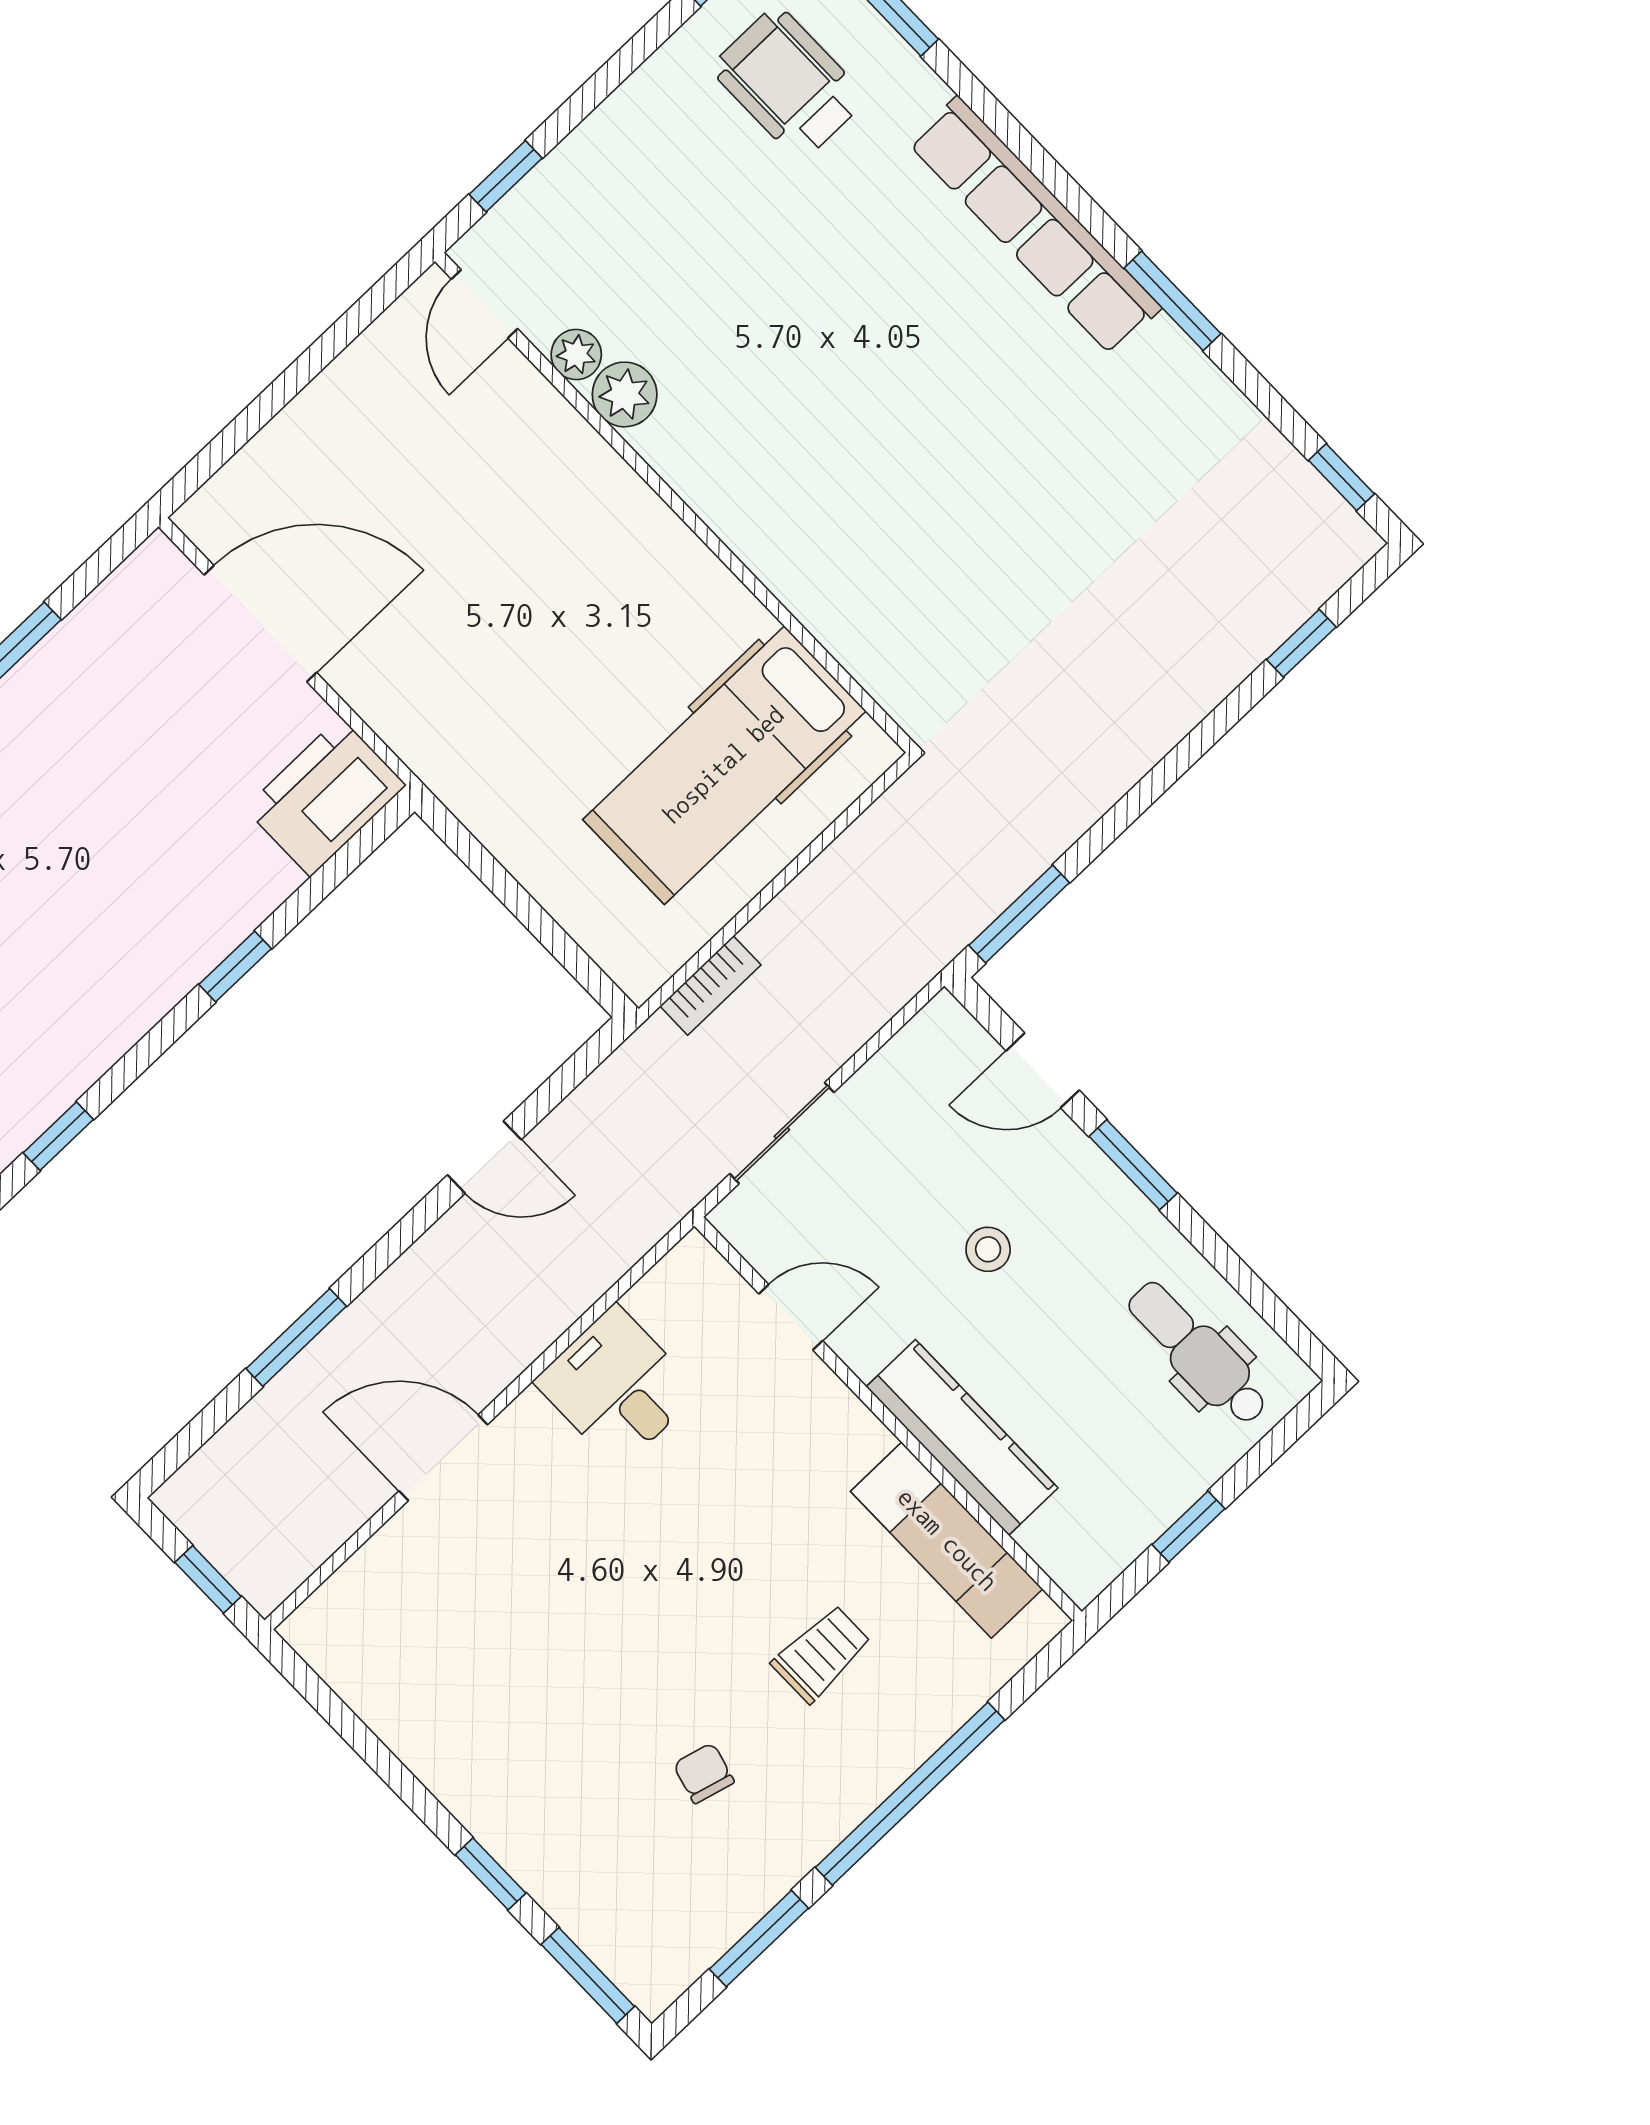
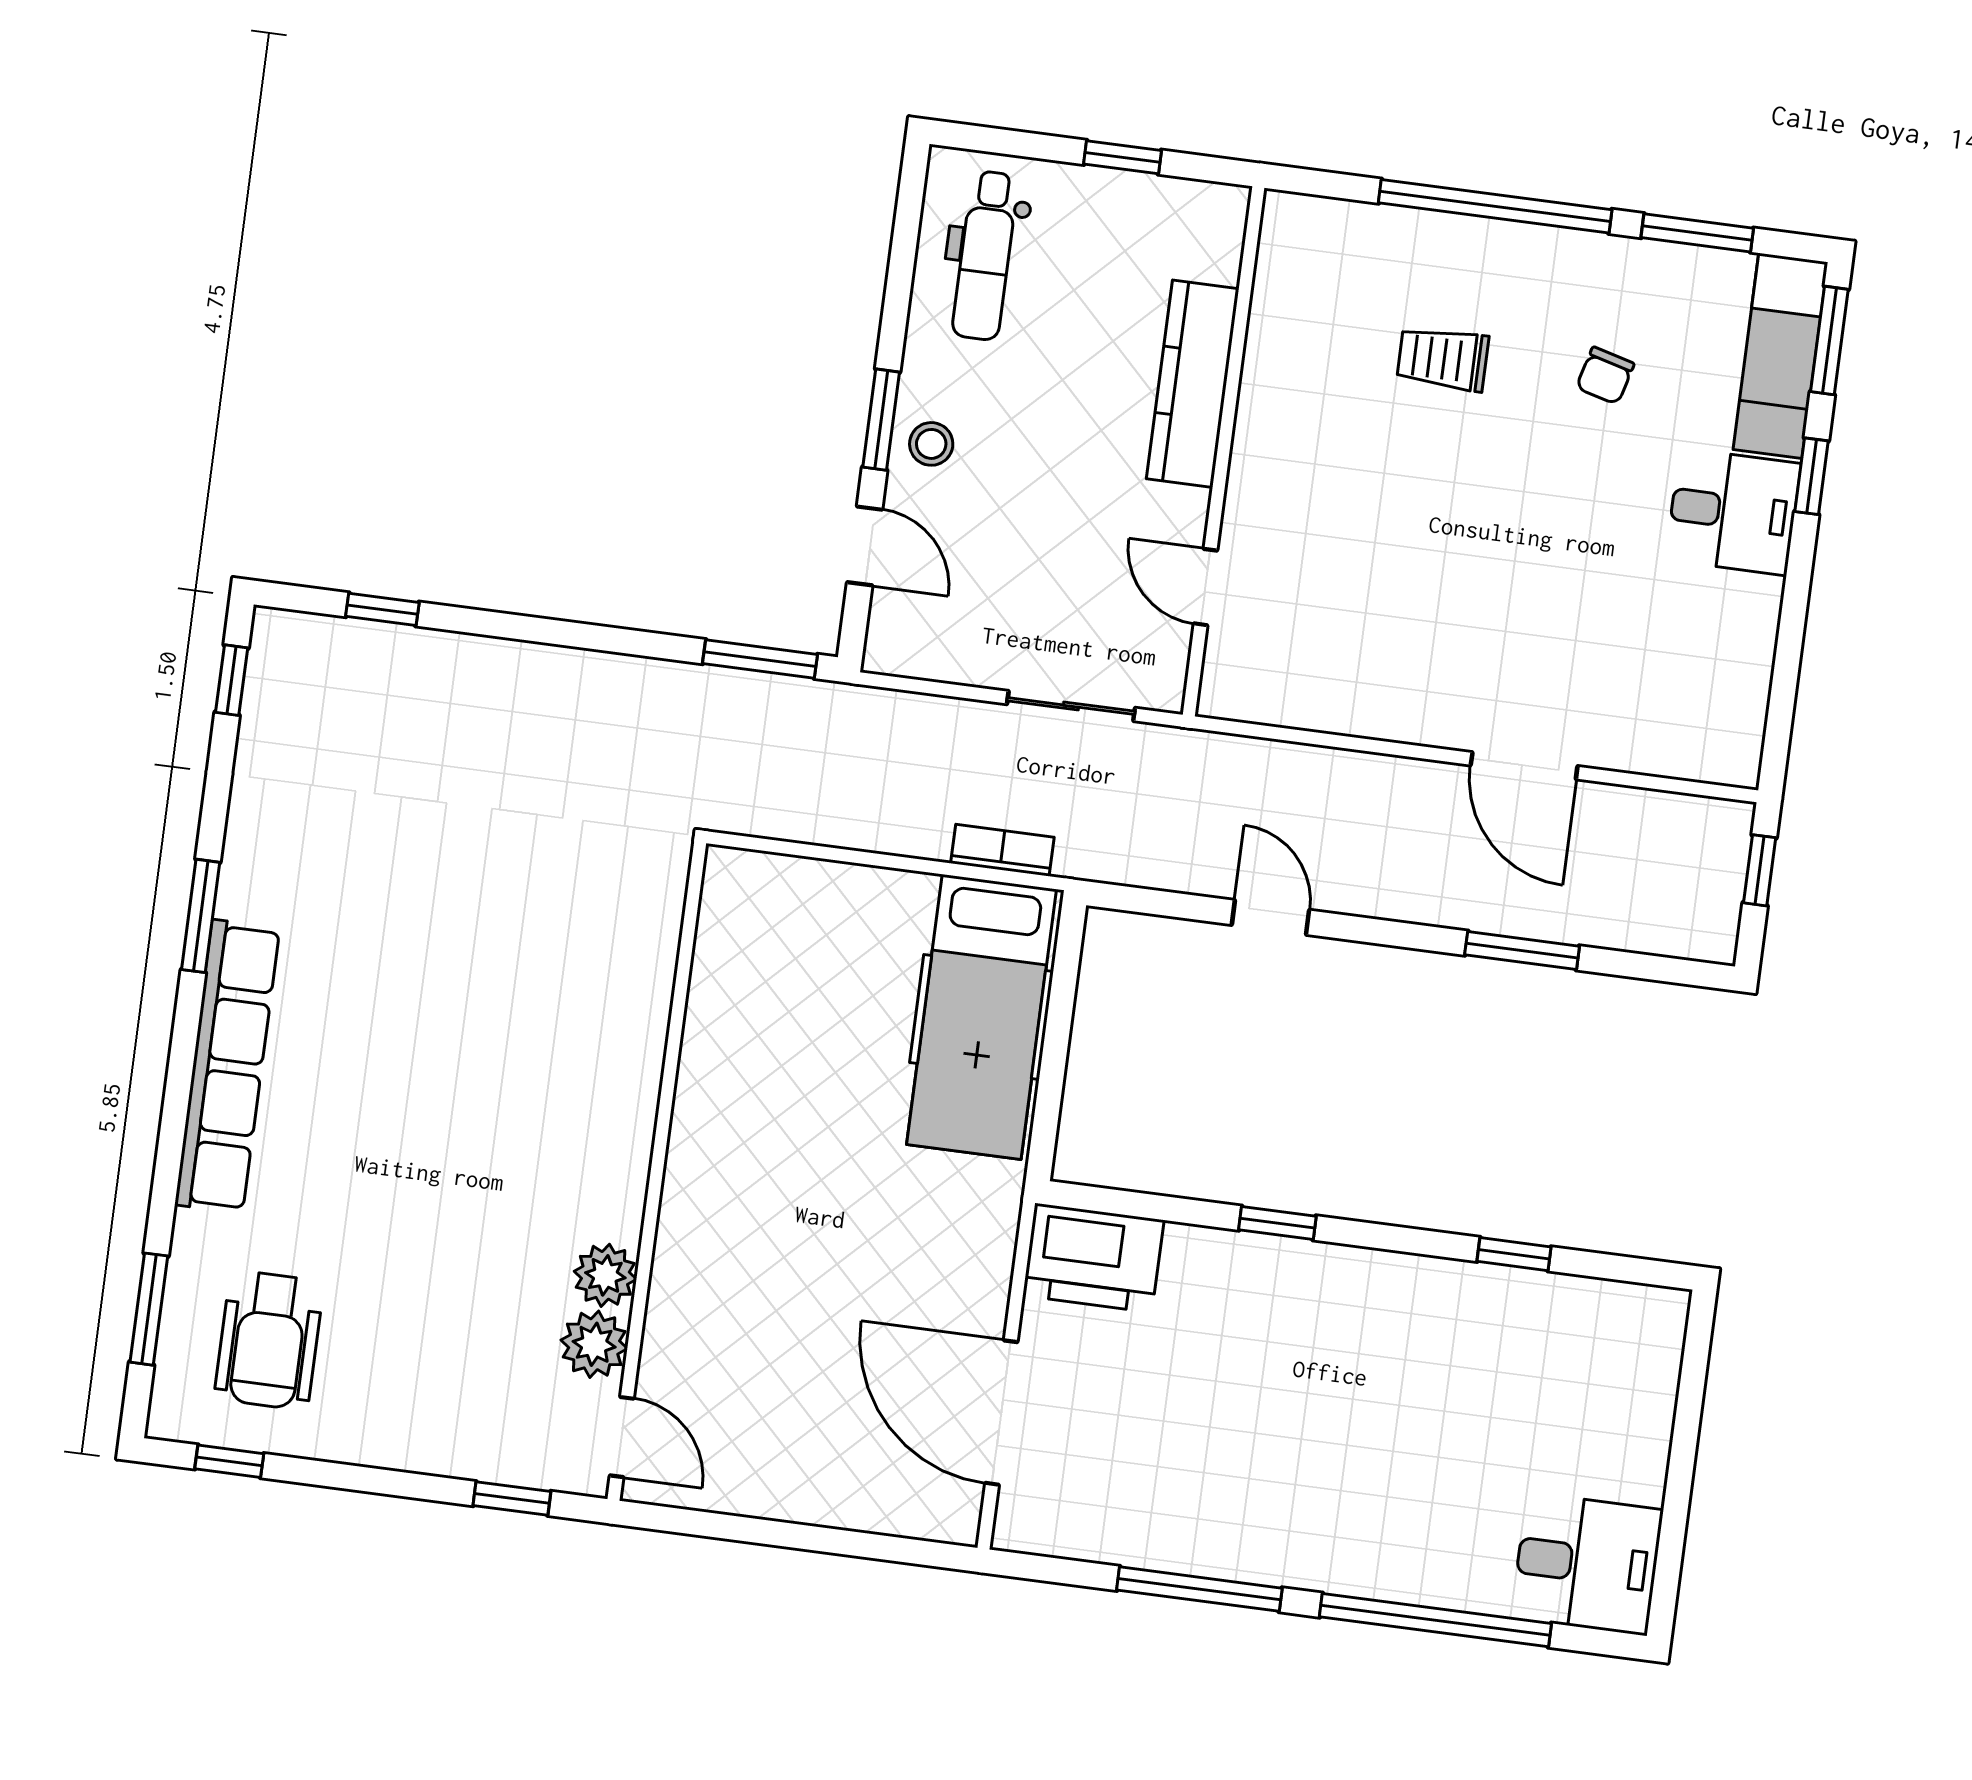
door: (485, 304) -> (622, 1437), hinge flipped
plant: (576, 354) -> (594, 1344), width x1.38, depth x1.38
hospital bed: (724, 765) -> (982, 1017), moved, turned 90
stool: (988, 1249) -> (931, 444), moved
desk: (617, 1387) -> (1733, 512), moved, turned -90
exam couch: (947, 1540) -> (1780, 356), moved, turned 180

